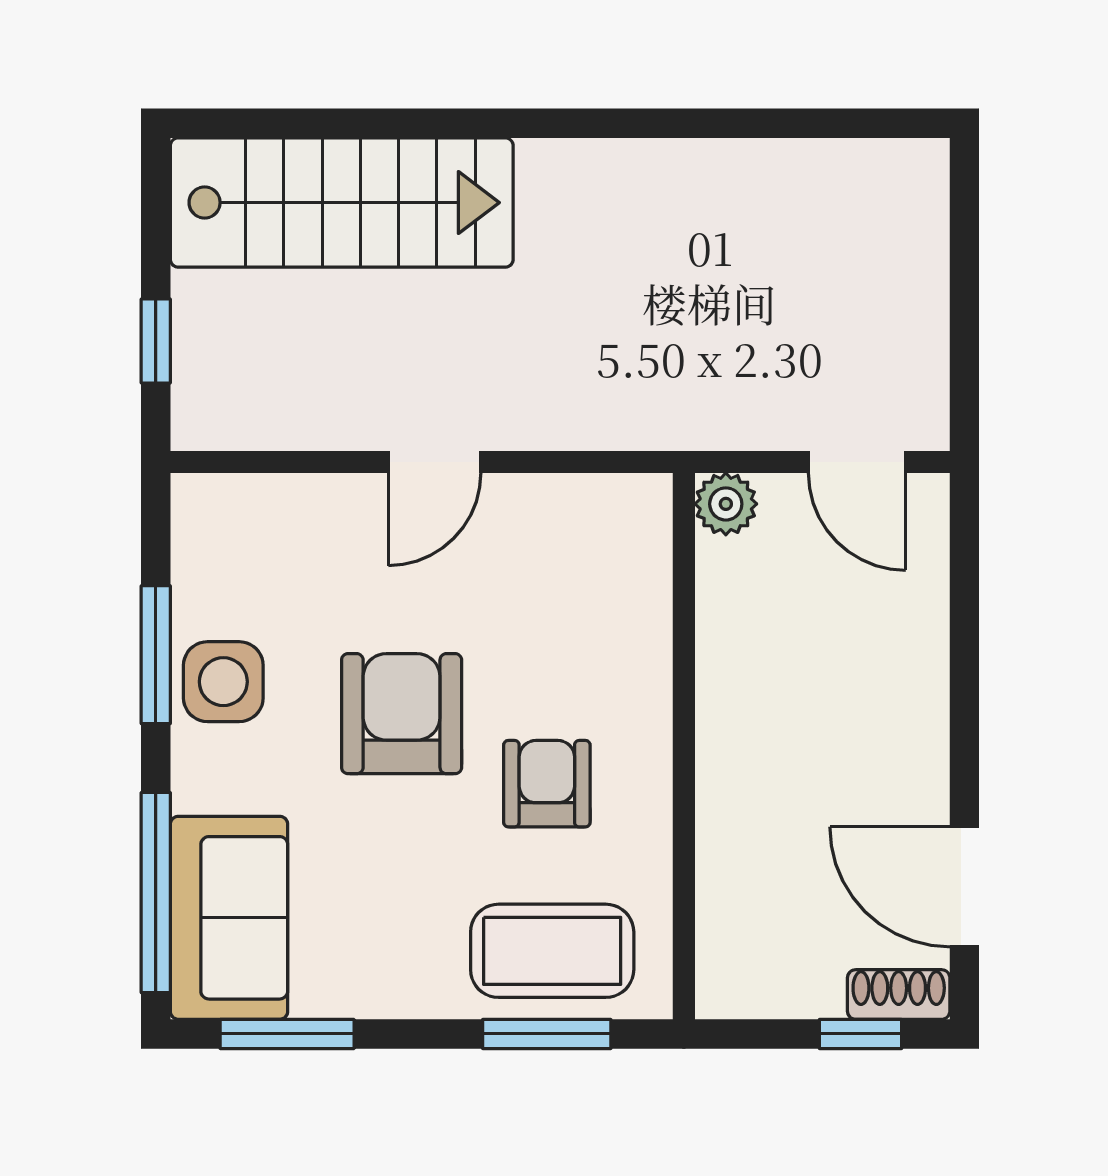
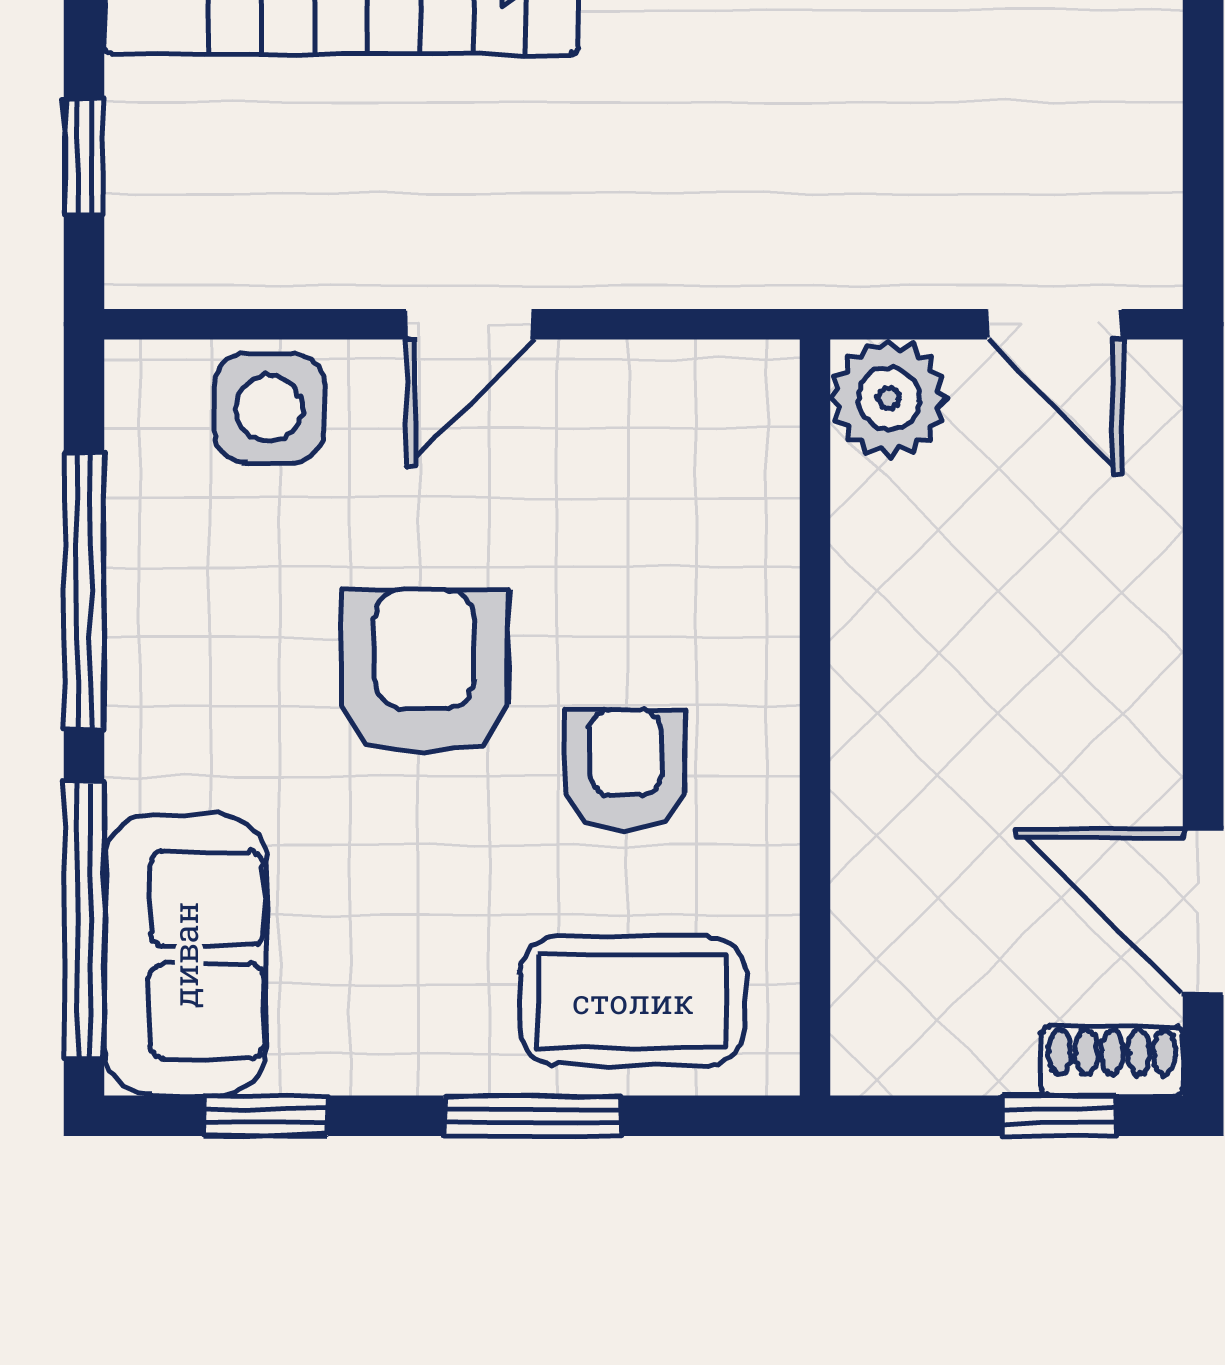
plant: (726, 504) -> (889, 398), width x1.38, depth x1.38
window: (156, 655) -> (84, 591), width x1.44
side table: (223, 682) -> (269, 408), moved
window: (287, 1034) -> (266, 1116), width x0.67
window: (547, 1034) -> (532, 1116), moved

